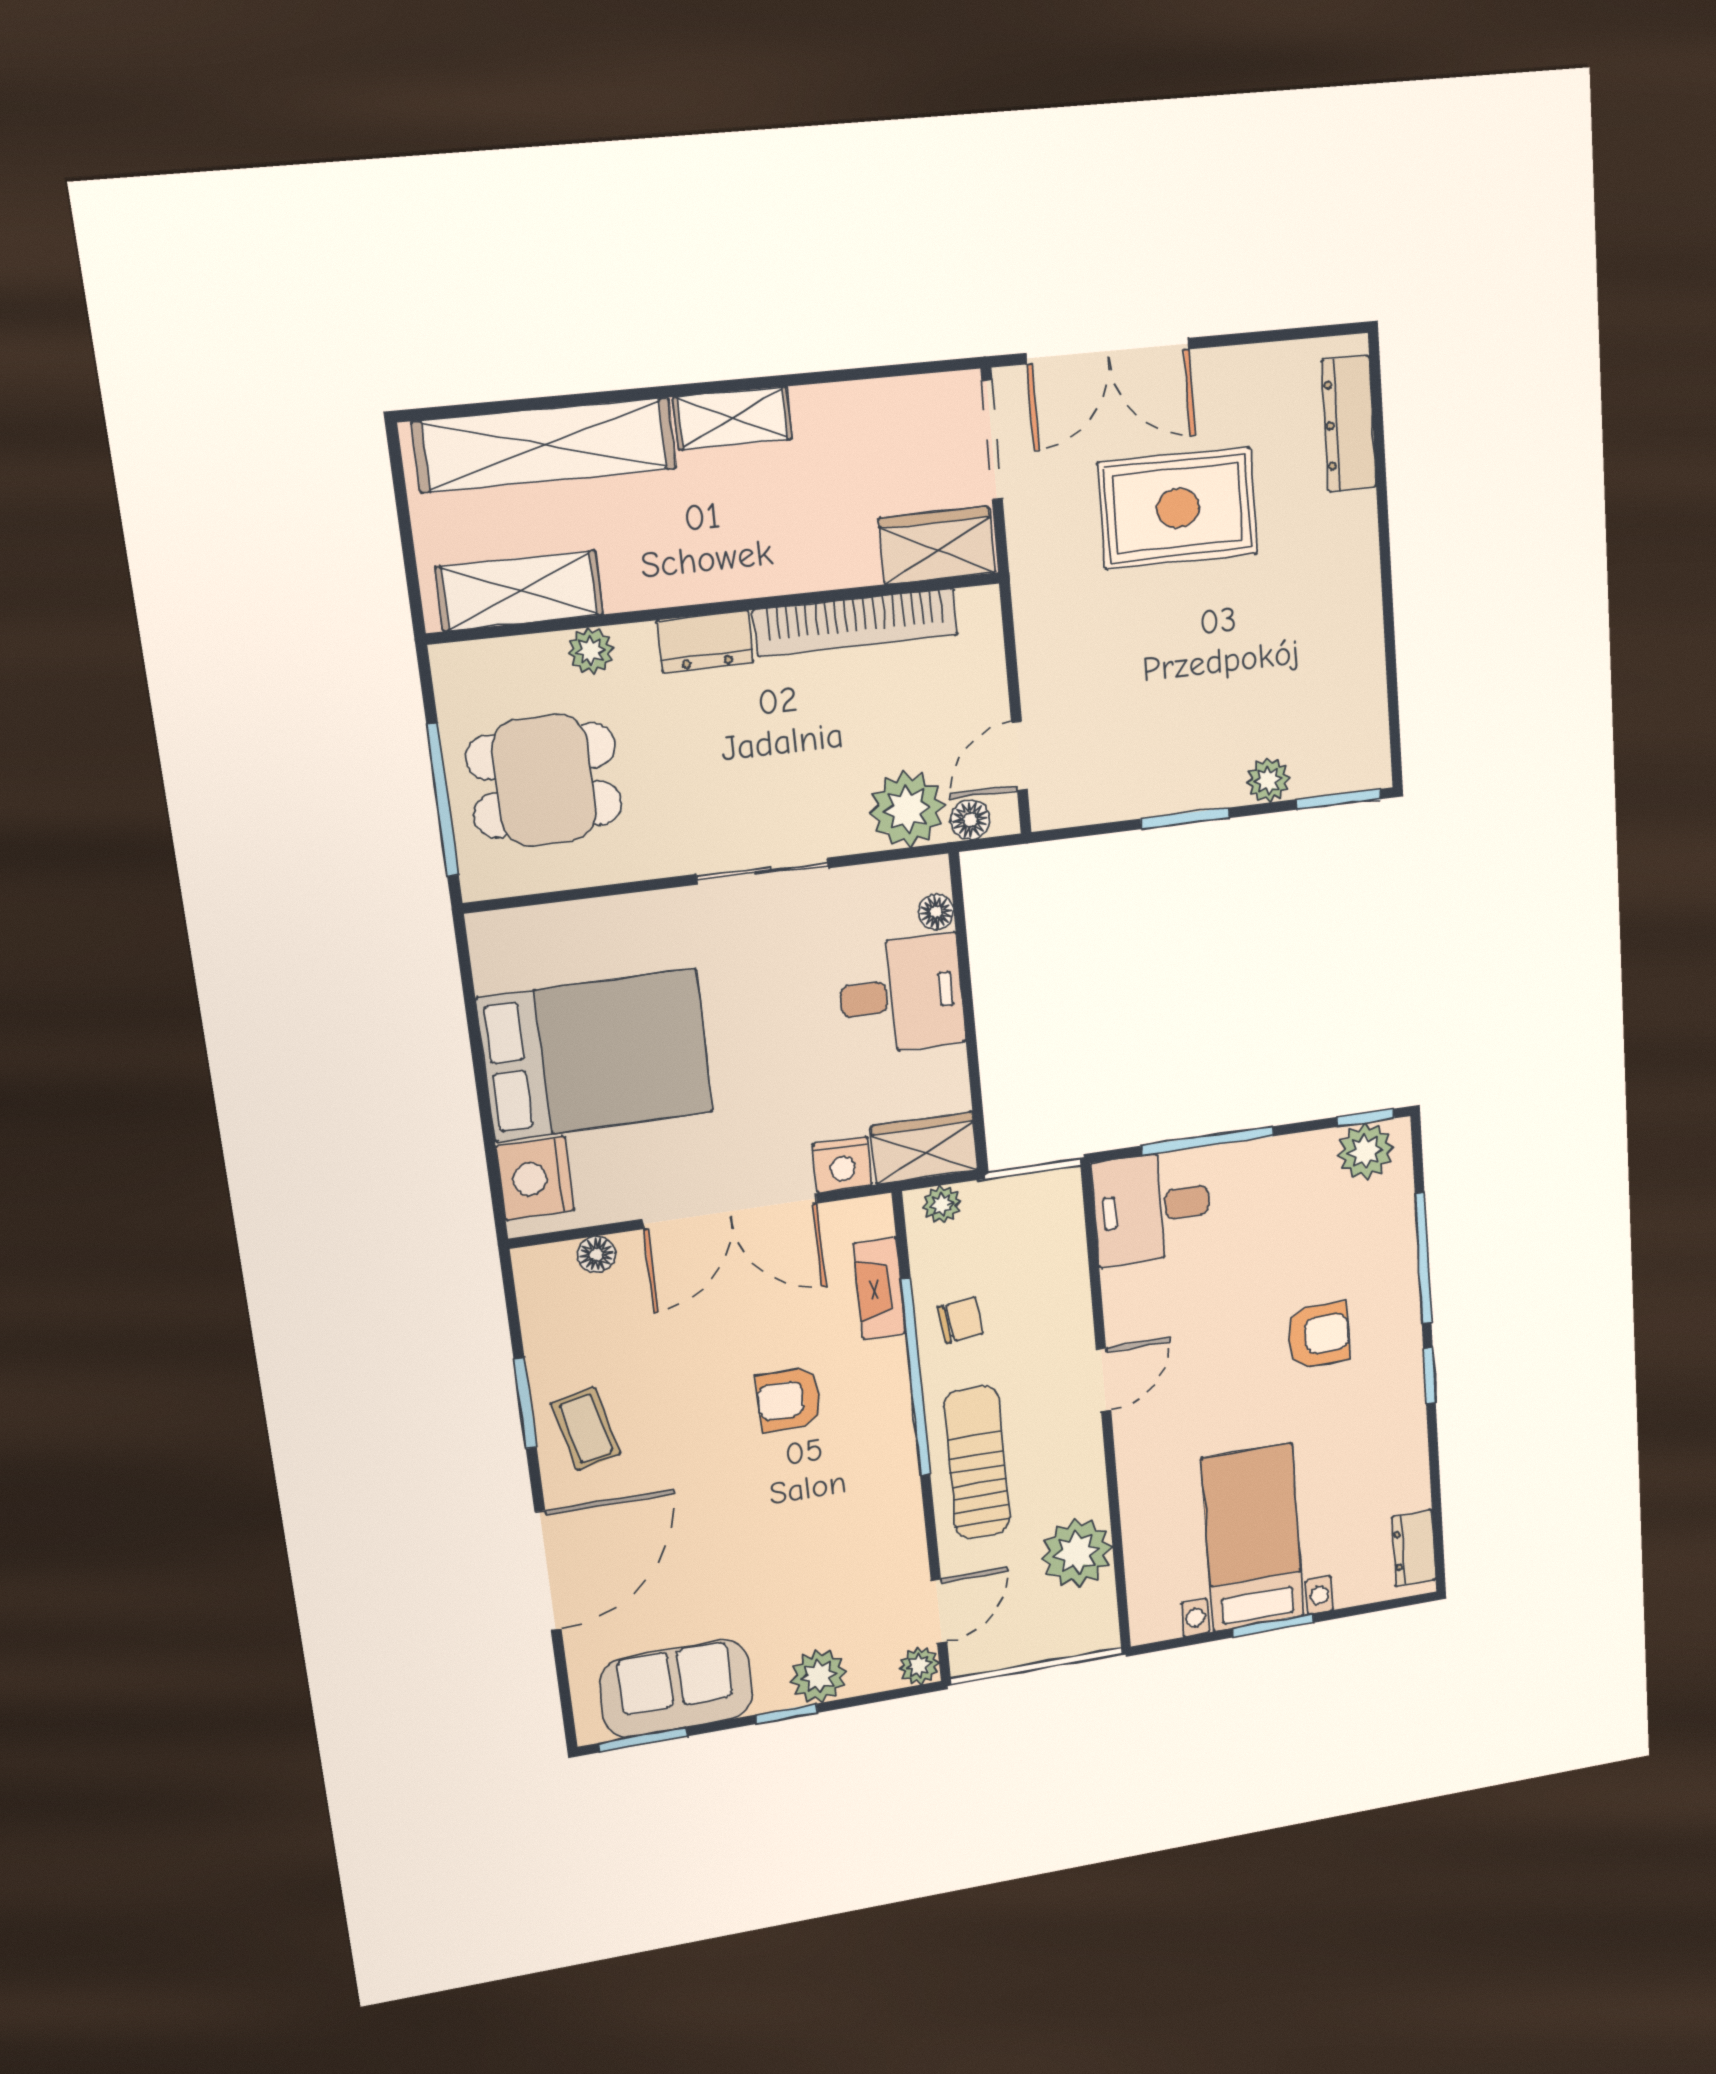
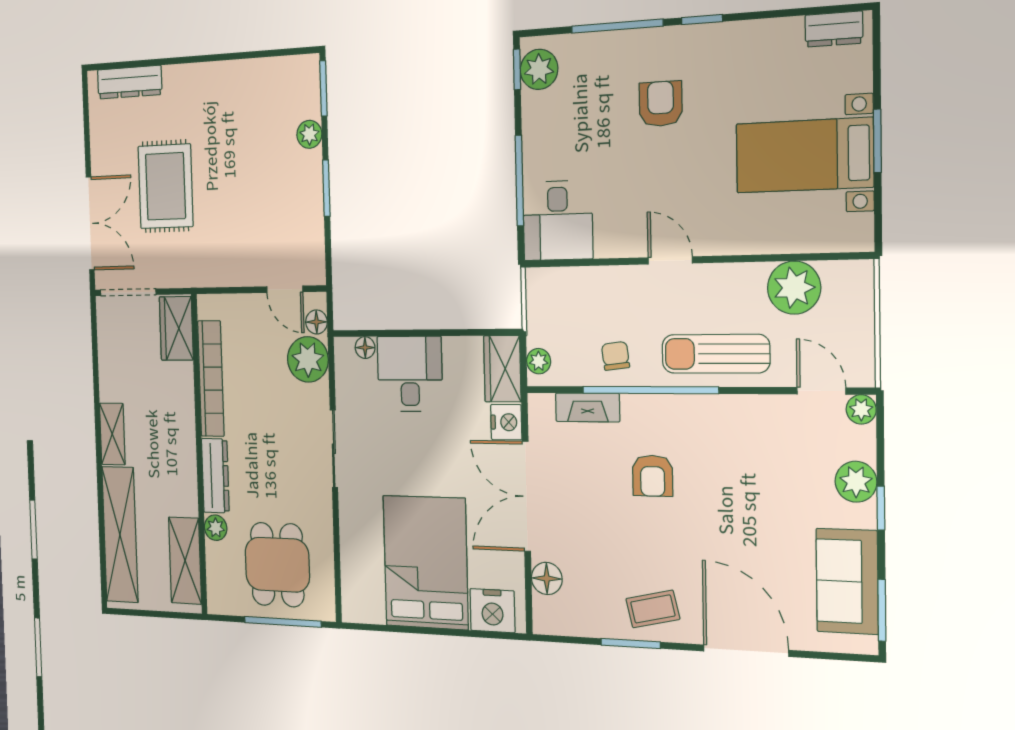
dresser: (705, 641) -> (215, 476), width x1.44
double door: (730, 1211) -> (526, 496), swing flipped
floor lamp: (596, 1254) -> (547, 578), width x1.37, depth x1.37

